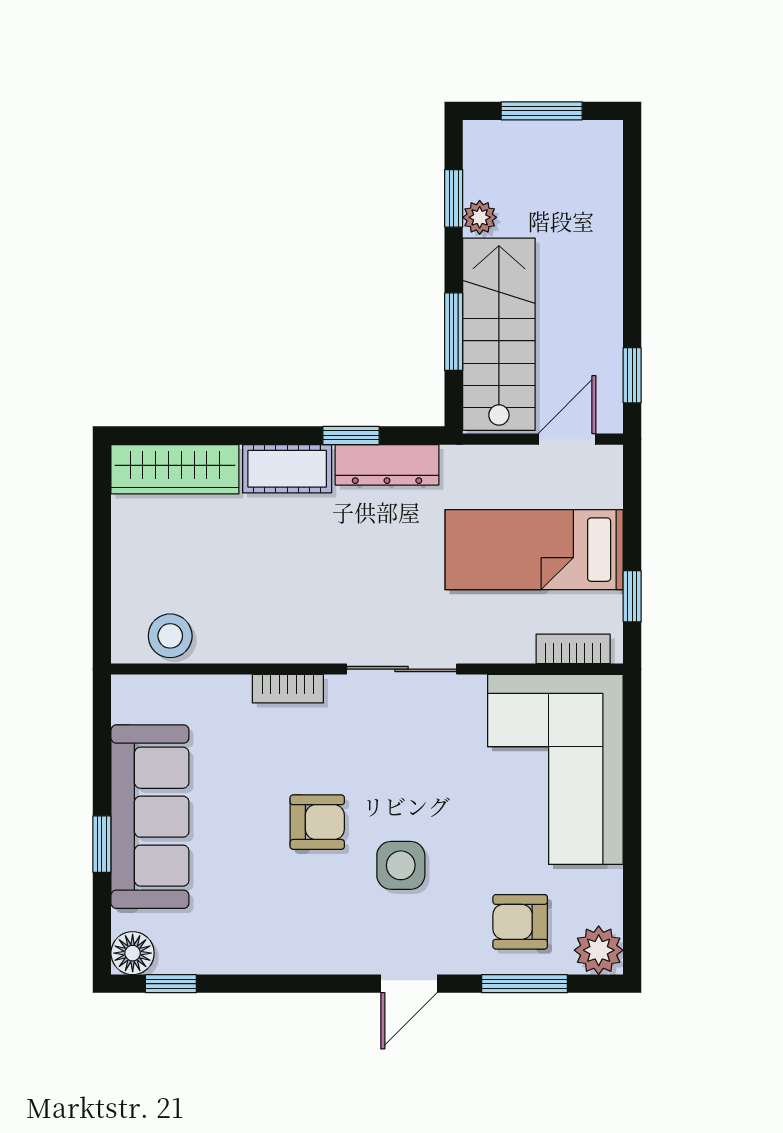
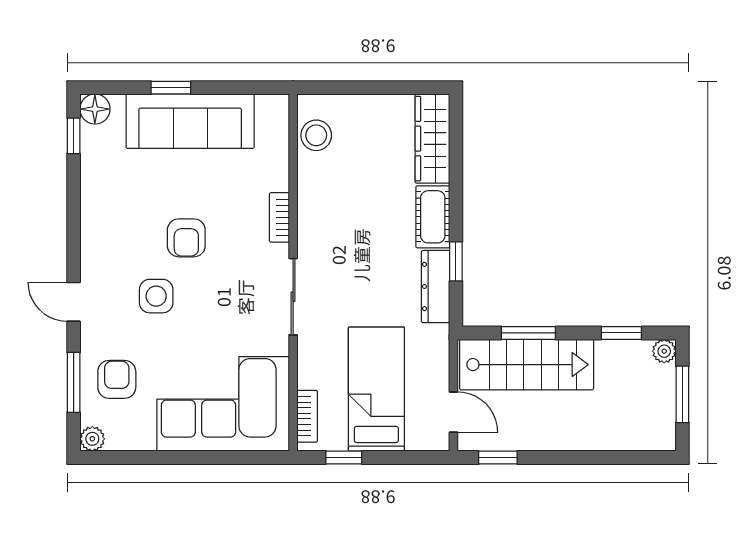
plant: (480, 217) -> (664, 351), moved
plant: (599, 950) -> (92, 439), width x0.73, depth x0.73

